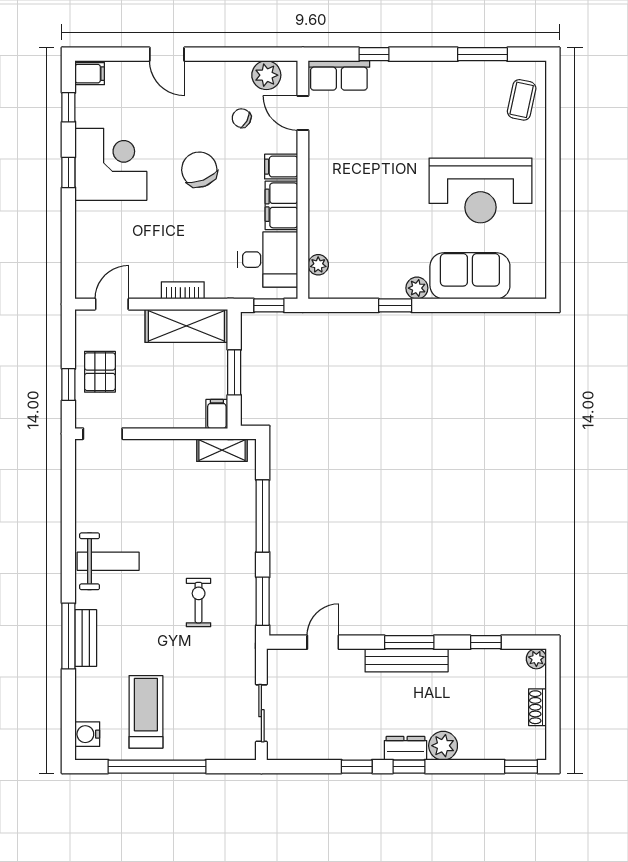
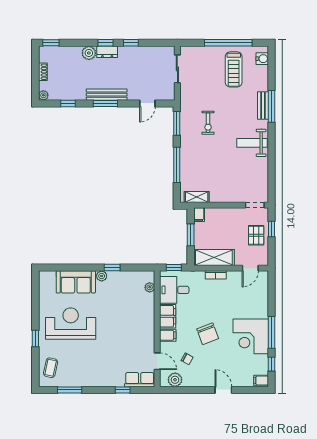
window: (553, 160) -> (35, 339), added
window: (68, 172) -> (271, 332), width x2.17

